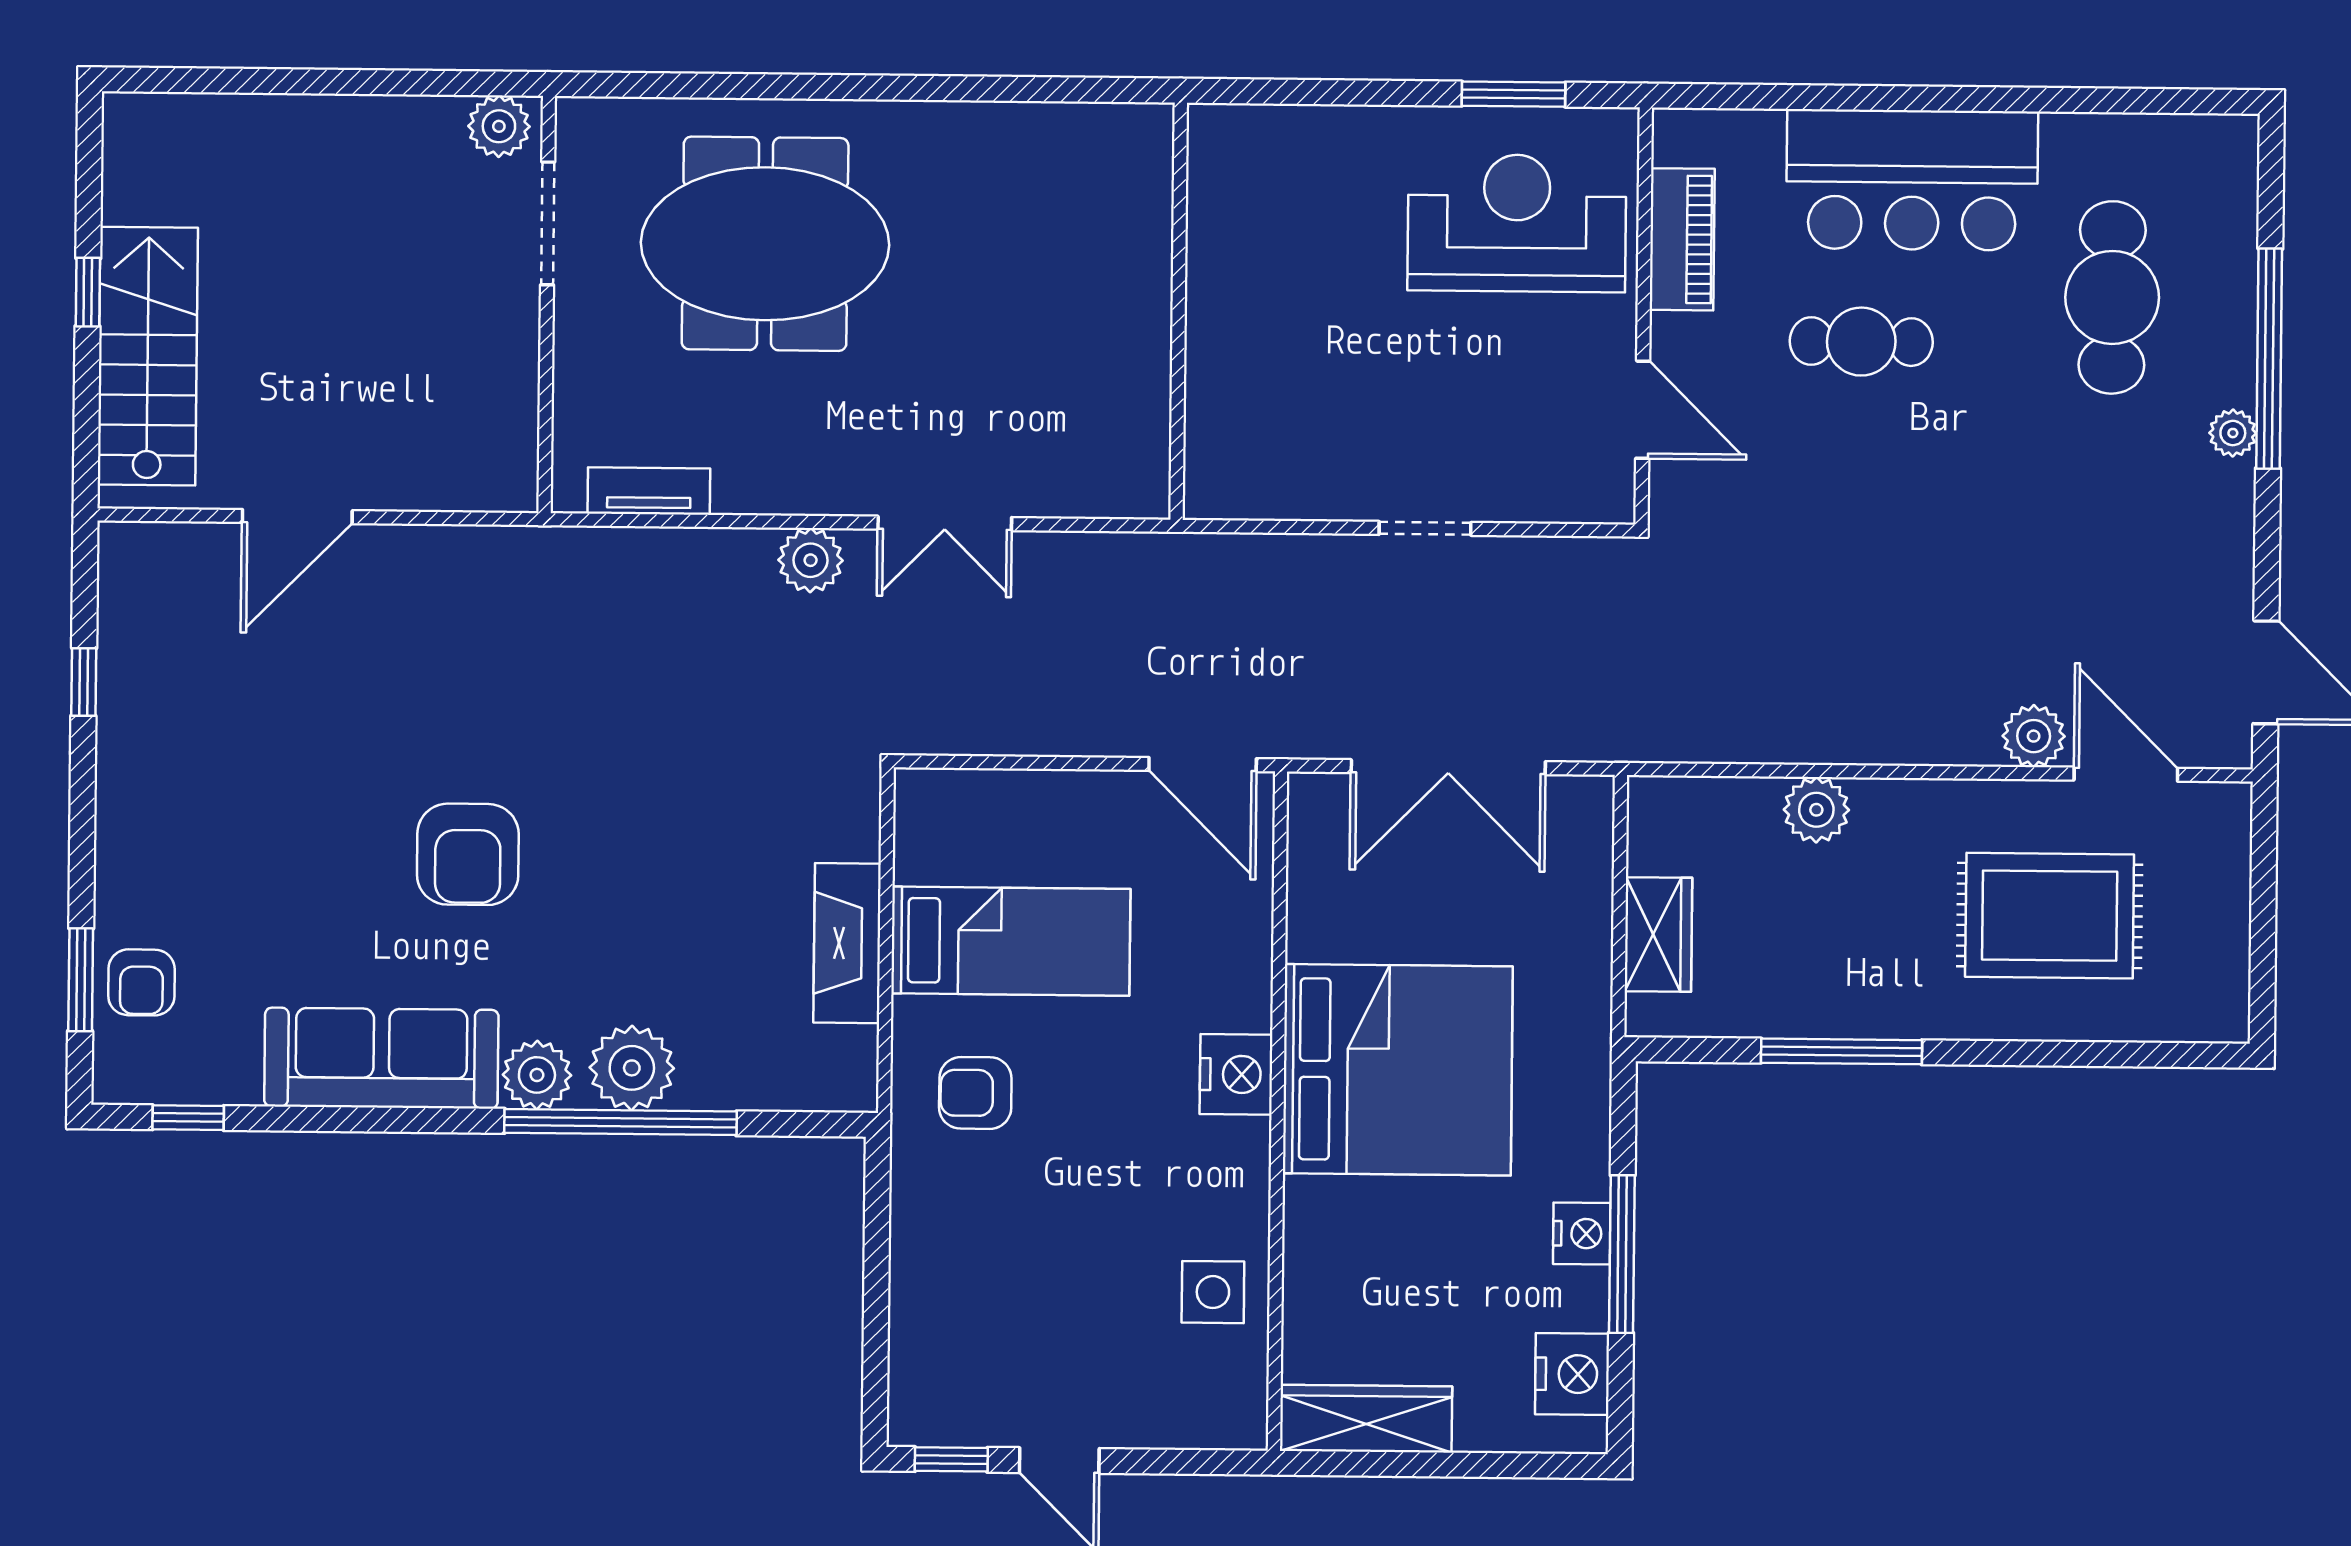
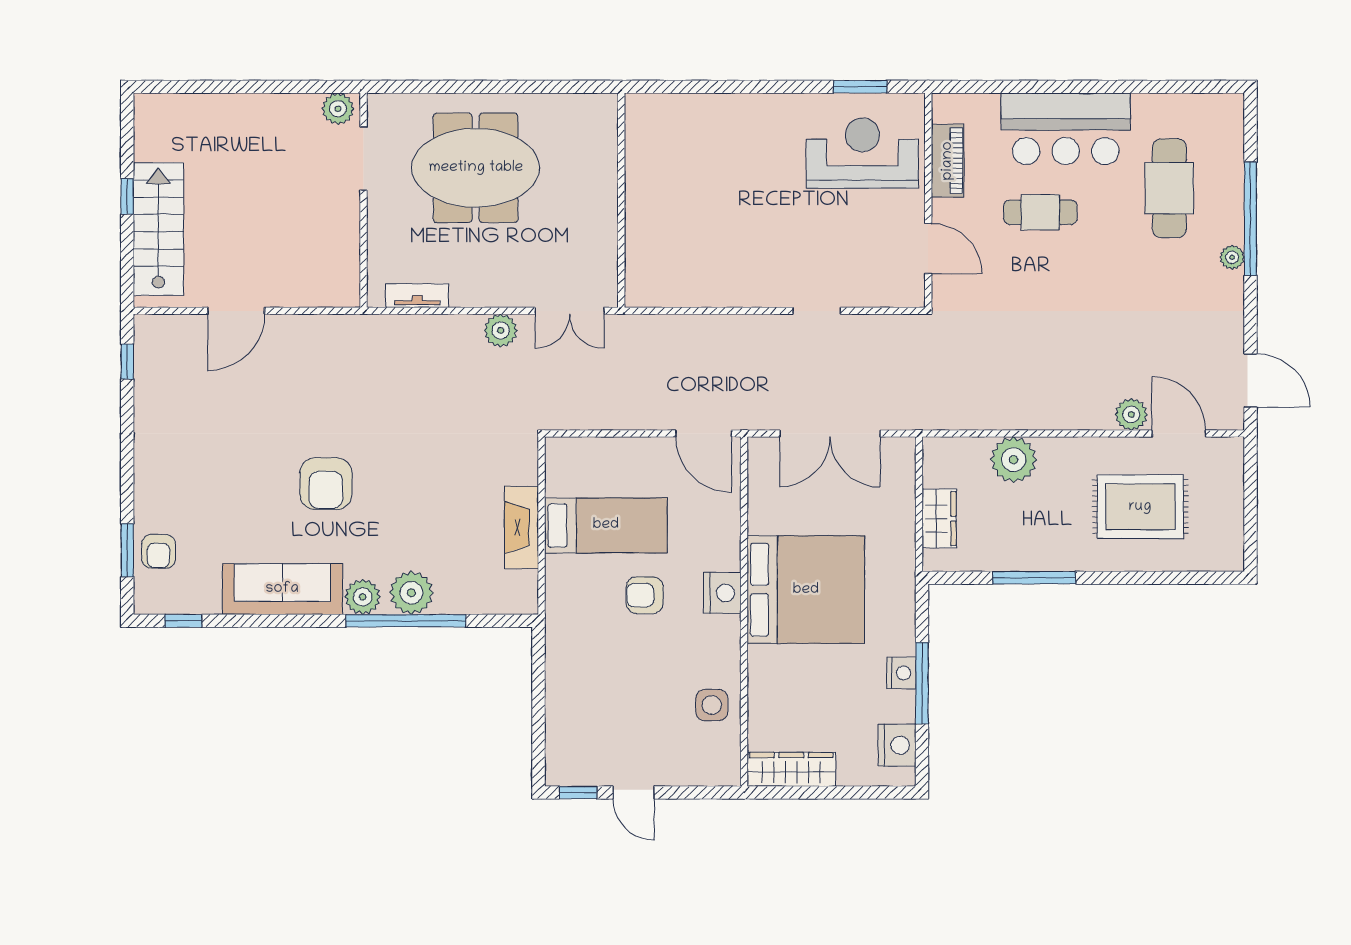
wall: (1179, 311) -> (621, 200), moved
window: (84, 682) -> (127, 362), moved
plant: (1816, 810) -> (1014, 460), width x1.36, depth x1.36
armchair: (975, 1093) -> (645, 595), moved

